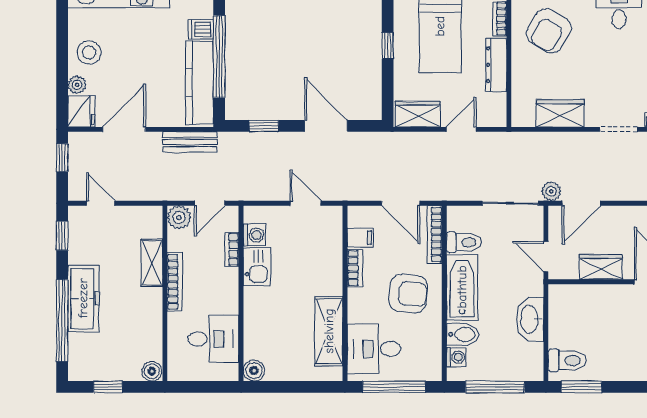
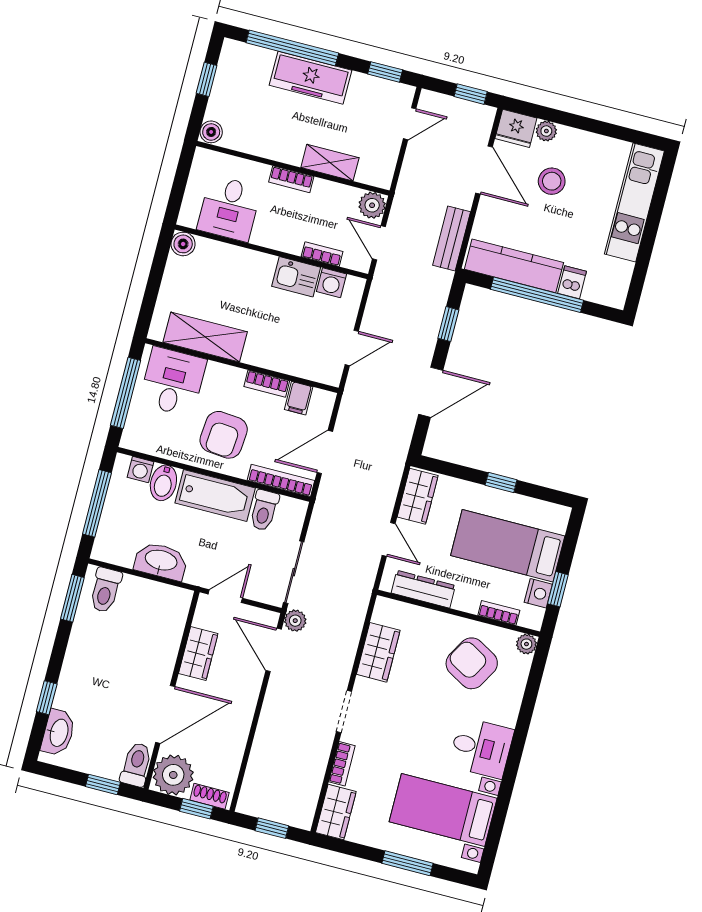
stool: (89, 52) -> (552, 181), moved
dresser: (496, 65) -> (423, 589), moved
bookcase: (175, 282) -> (291, 179), width x0.64

